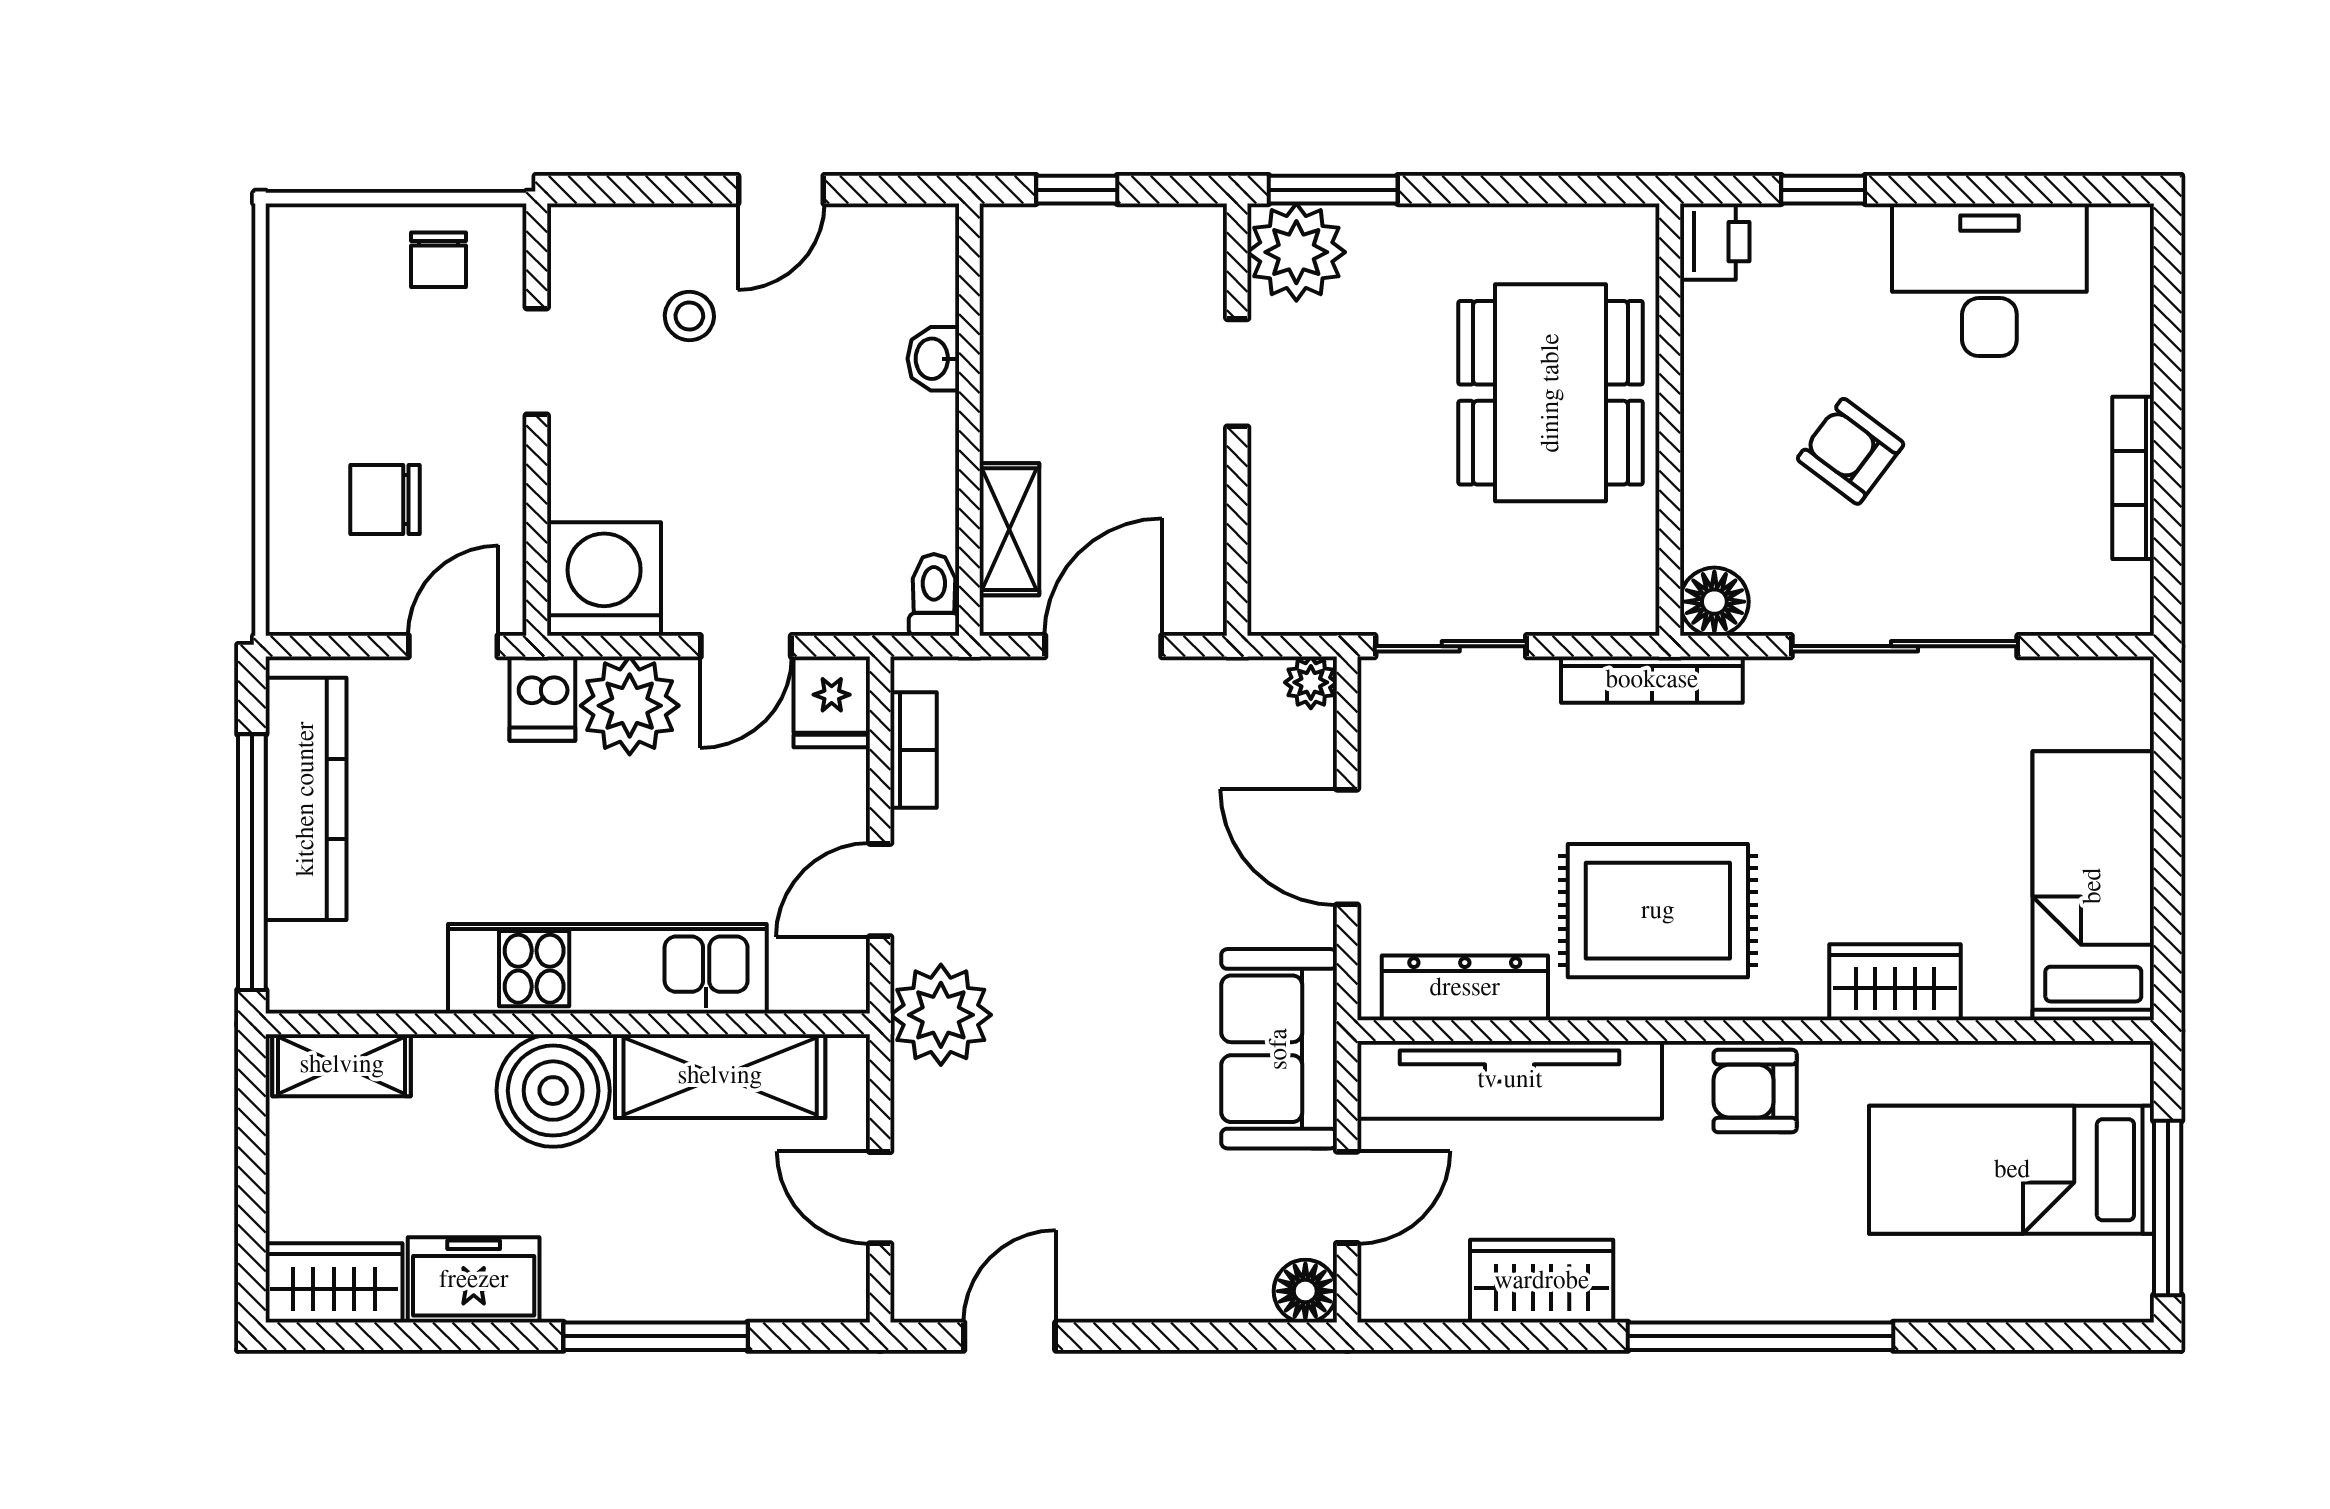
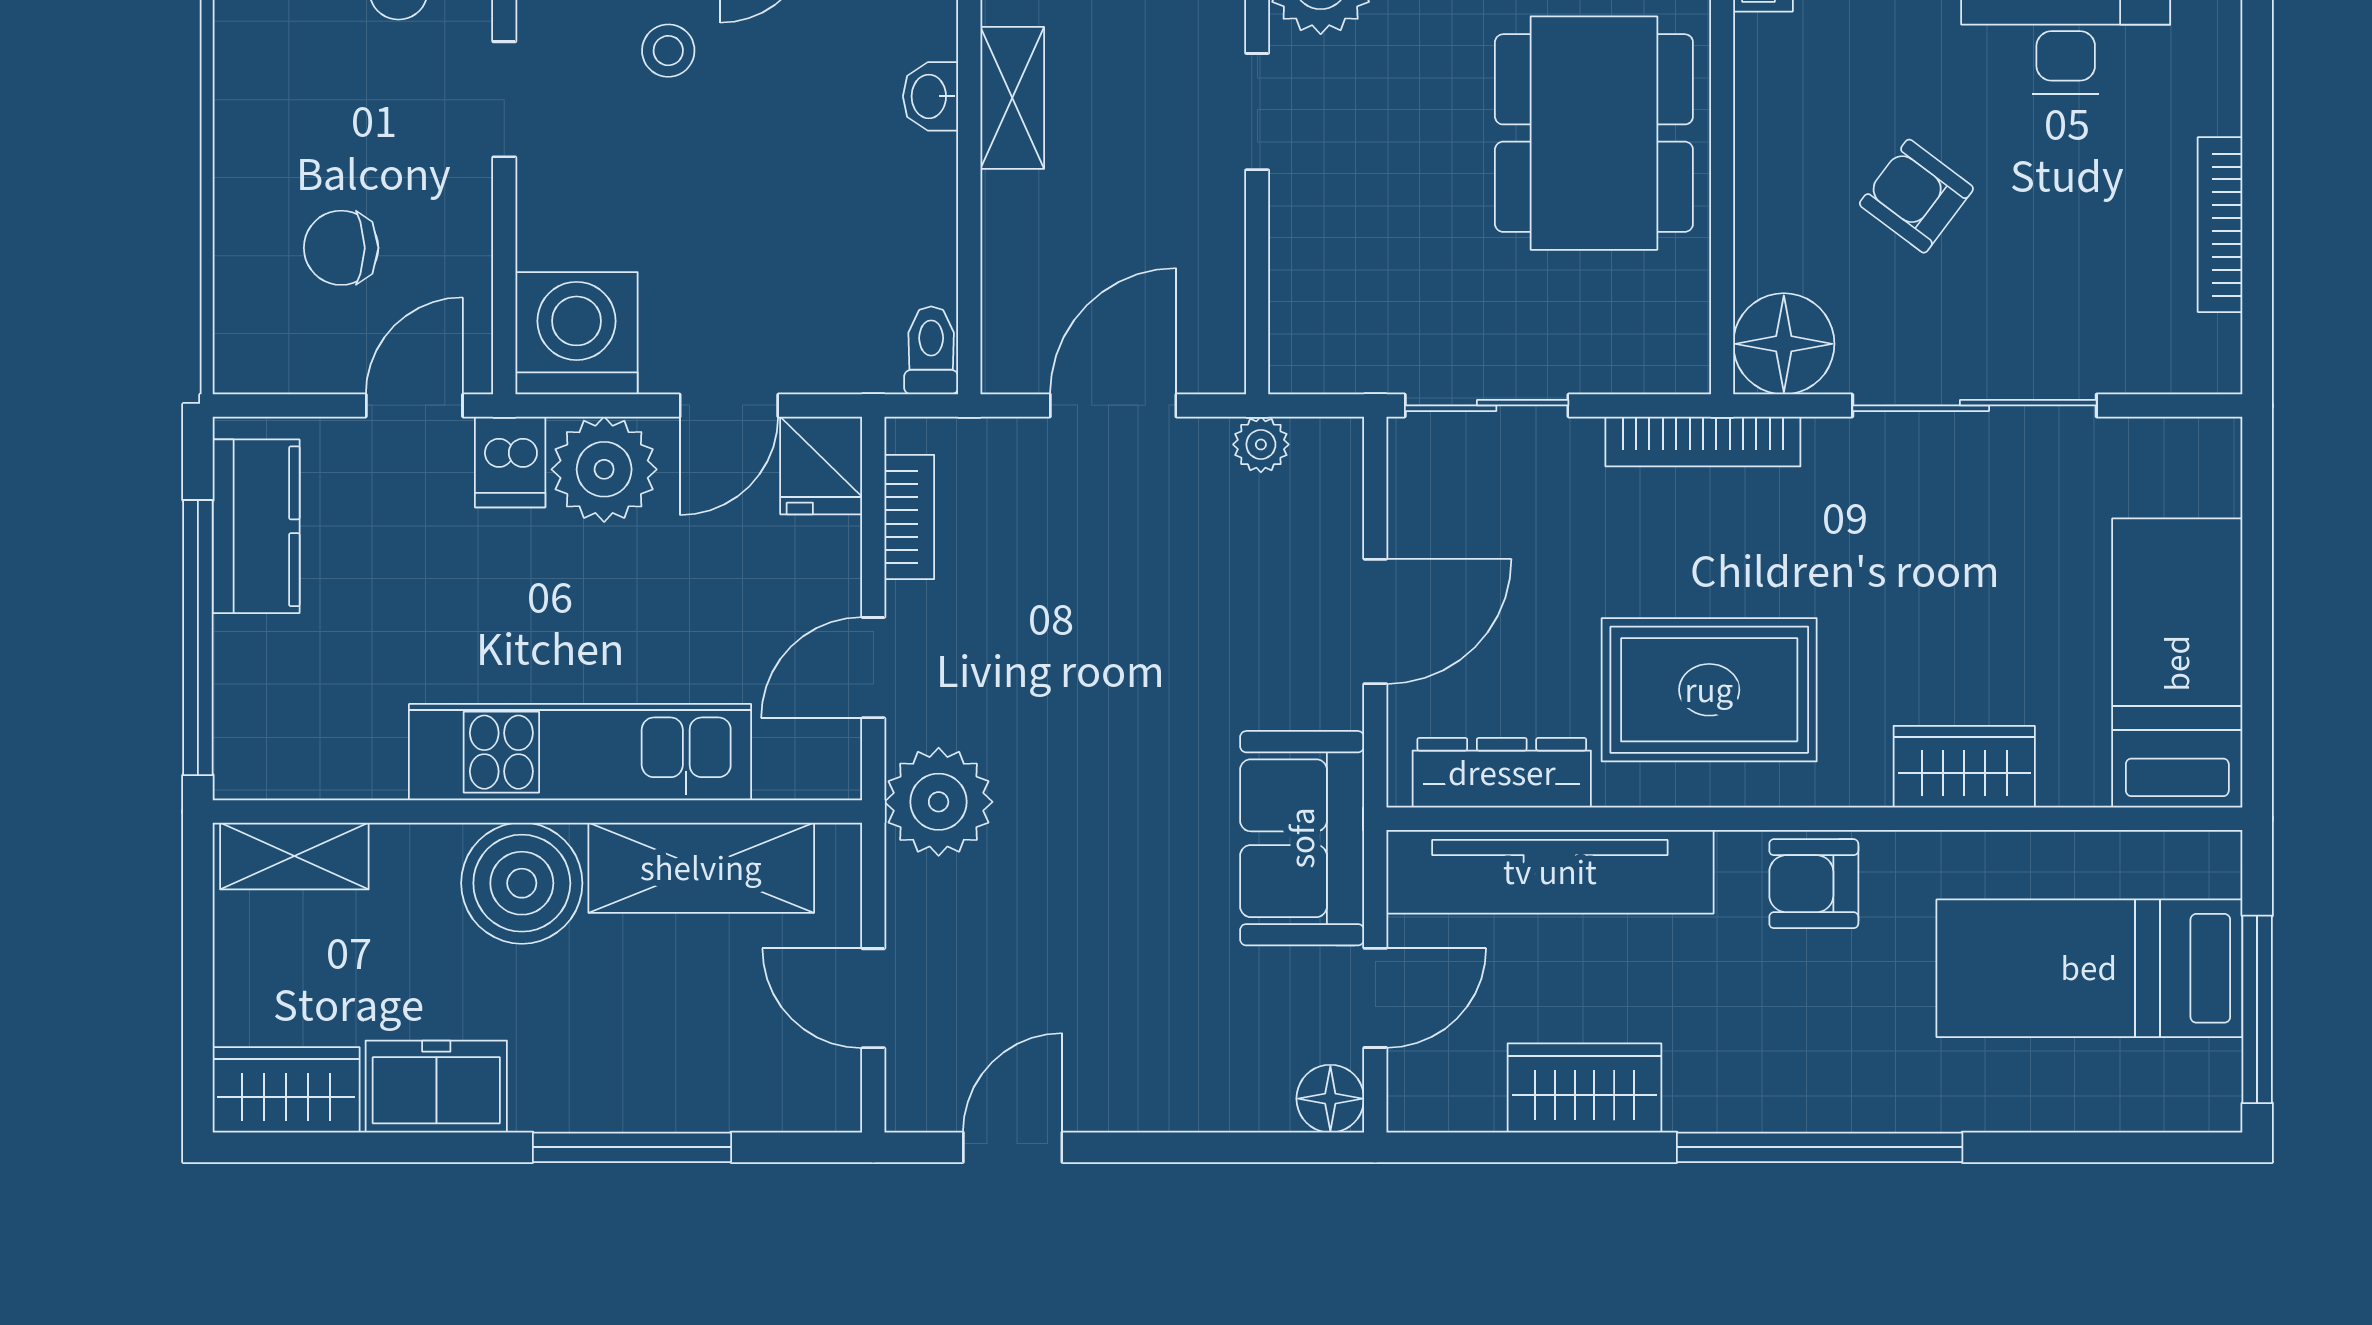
shelving: (1009, 529) -> (1012, 98), moved
floor lamp: (1714, 602) -> (1784, 344), width x1.38, depth x1.38
plant: (1311, 682) -> (1261, 444), moved
kitchen counter: (306, 799) -> (256, 526), width x0.67
door: (1347, 847) -> (1375, 621), swing flipped

